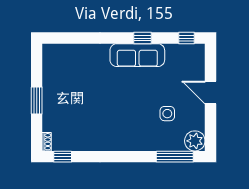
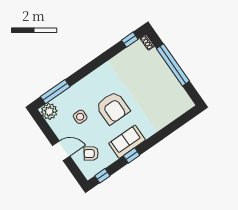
sofa: (137, 55) -> (127, 142), width x0.73
armchair: (182, 69) -> (91, 153), added
armchair: (128, 100) -> (113, 108), added
window: (37, 101) -> (173, 65), width x2.11

